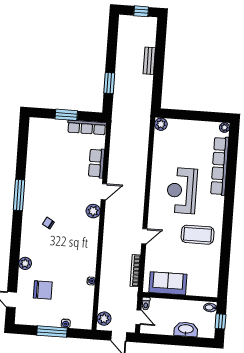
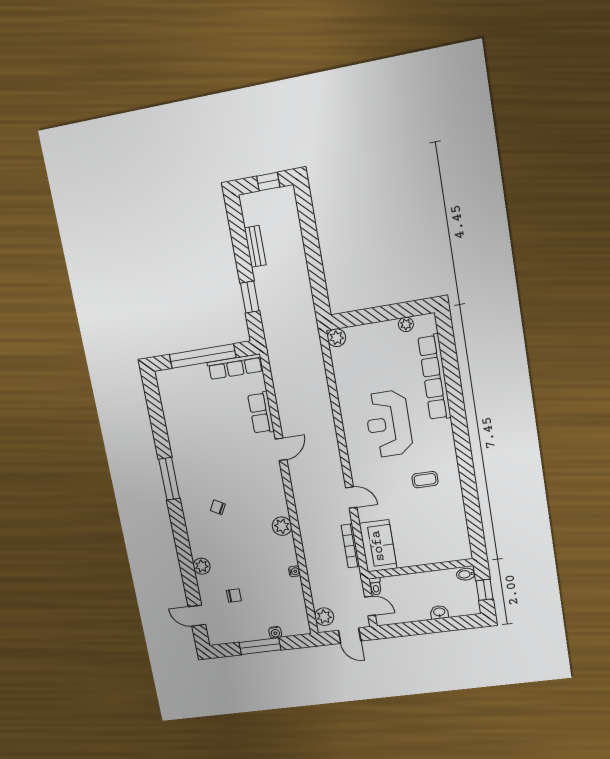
bench: (149, 61) -> (255, 246), moved
window: (66, 115) -> (203, 356), width x2.11
plant: (225, 128) -> (406, 324), moved
plant: (93, 211) -> (282, 526), moved
coffee table: (198, 235) -> (425, 480), width x0.54, depth x0.58
door: (144, 236) -> (351, 497), hinge flipped
sofa: (168, 283) -> (378, 546), moved, turned 90
chair: (43, 290) -> (234, 596), width x0.54, depth x0.54
washbasin: (186, 329) -> (439, 612), width x0.52, depth x0.69

